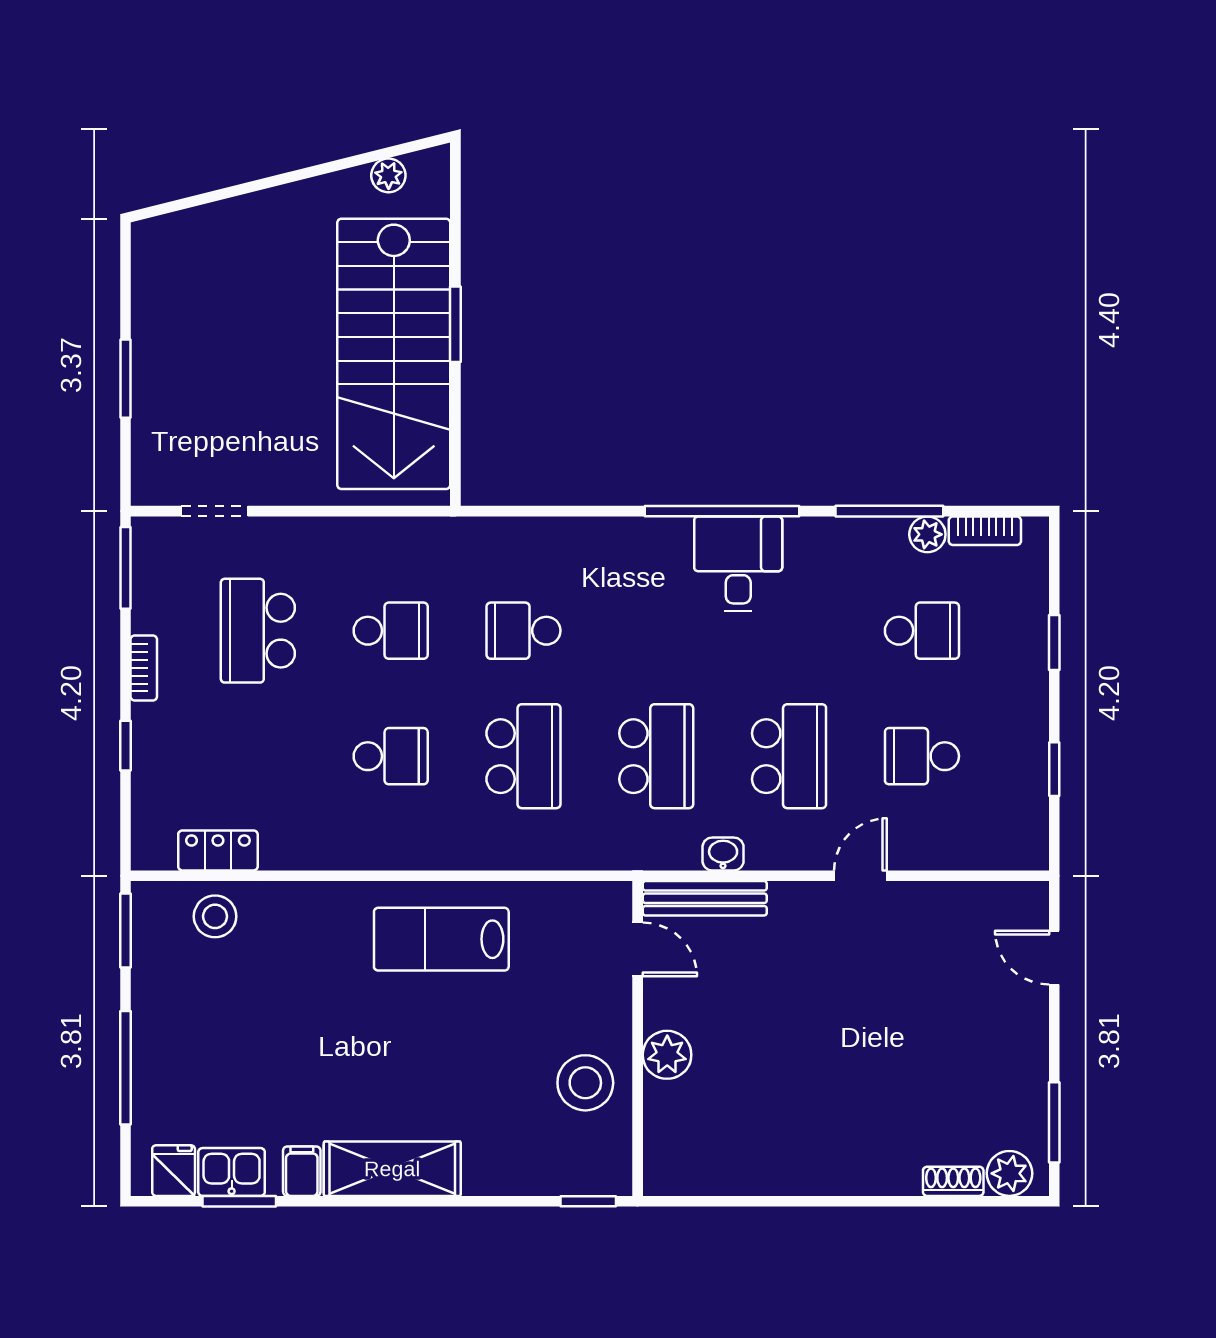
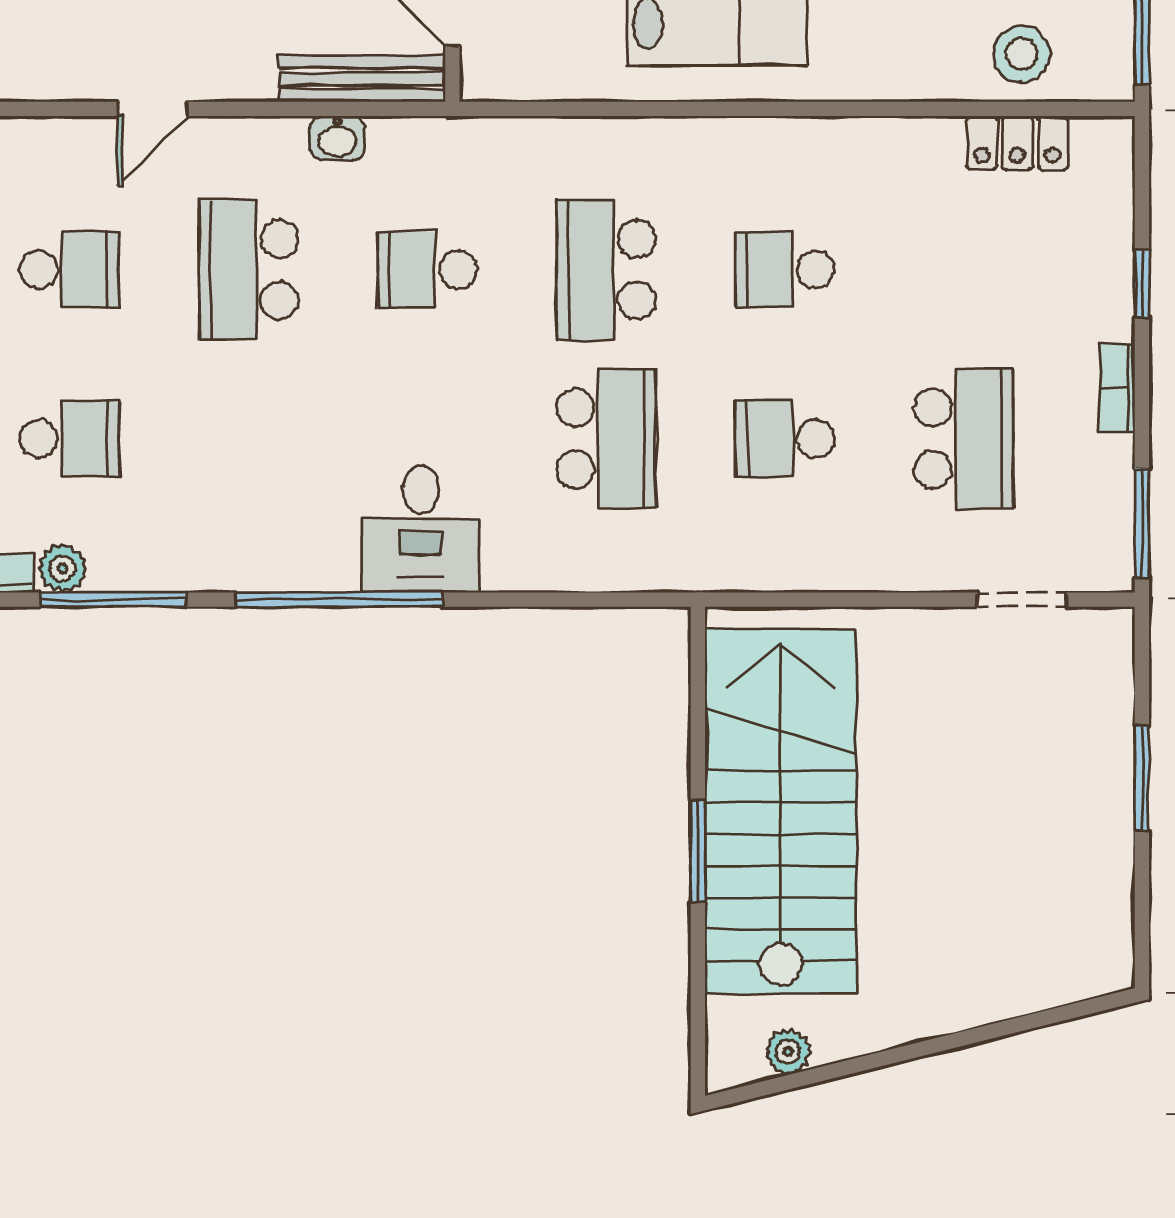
desk: (738, 564) -> (421, 529), moved
school desk: (523, 631) -> (606, 439), width x1.85
school desk: (922, 631) -> (70, 439), turned 180
school desk: (656, 756) -> (427, 270), width x0.54

